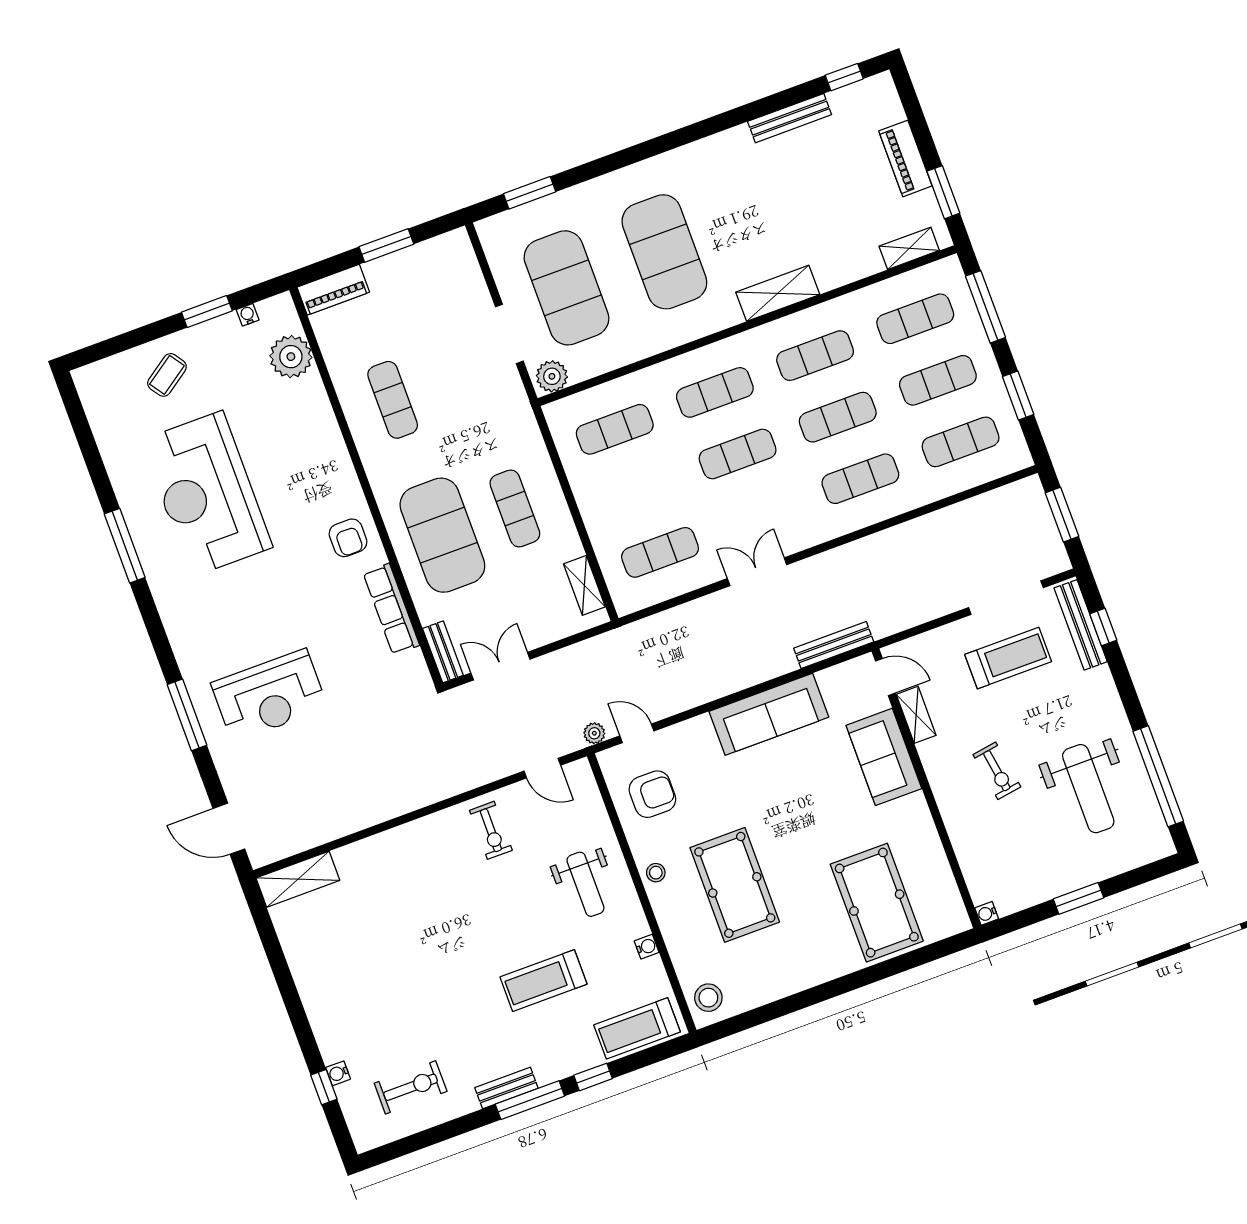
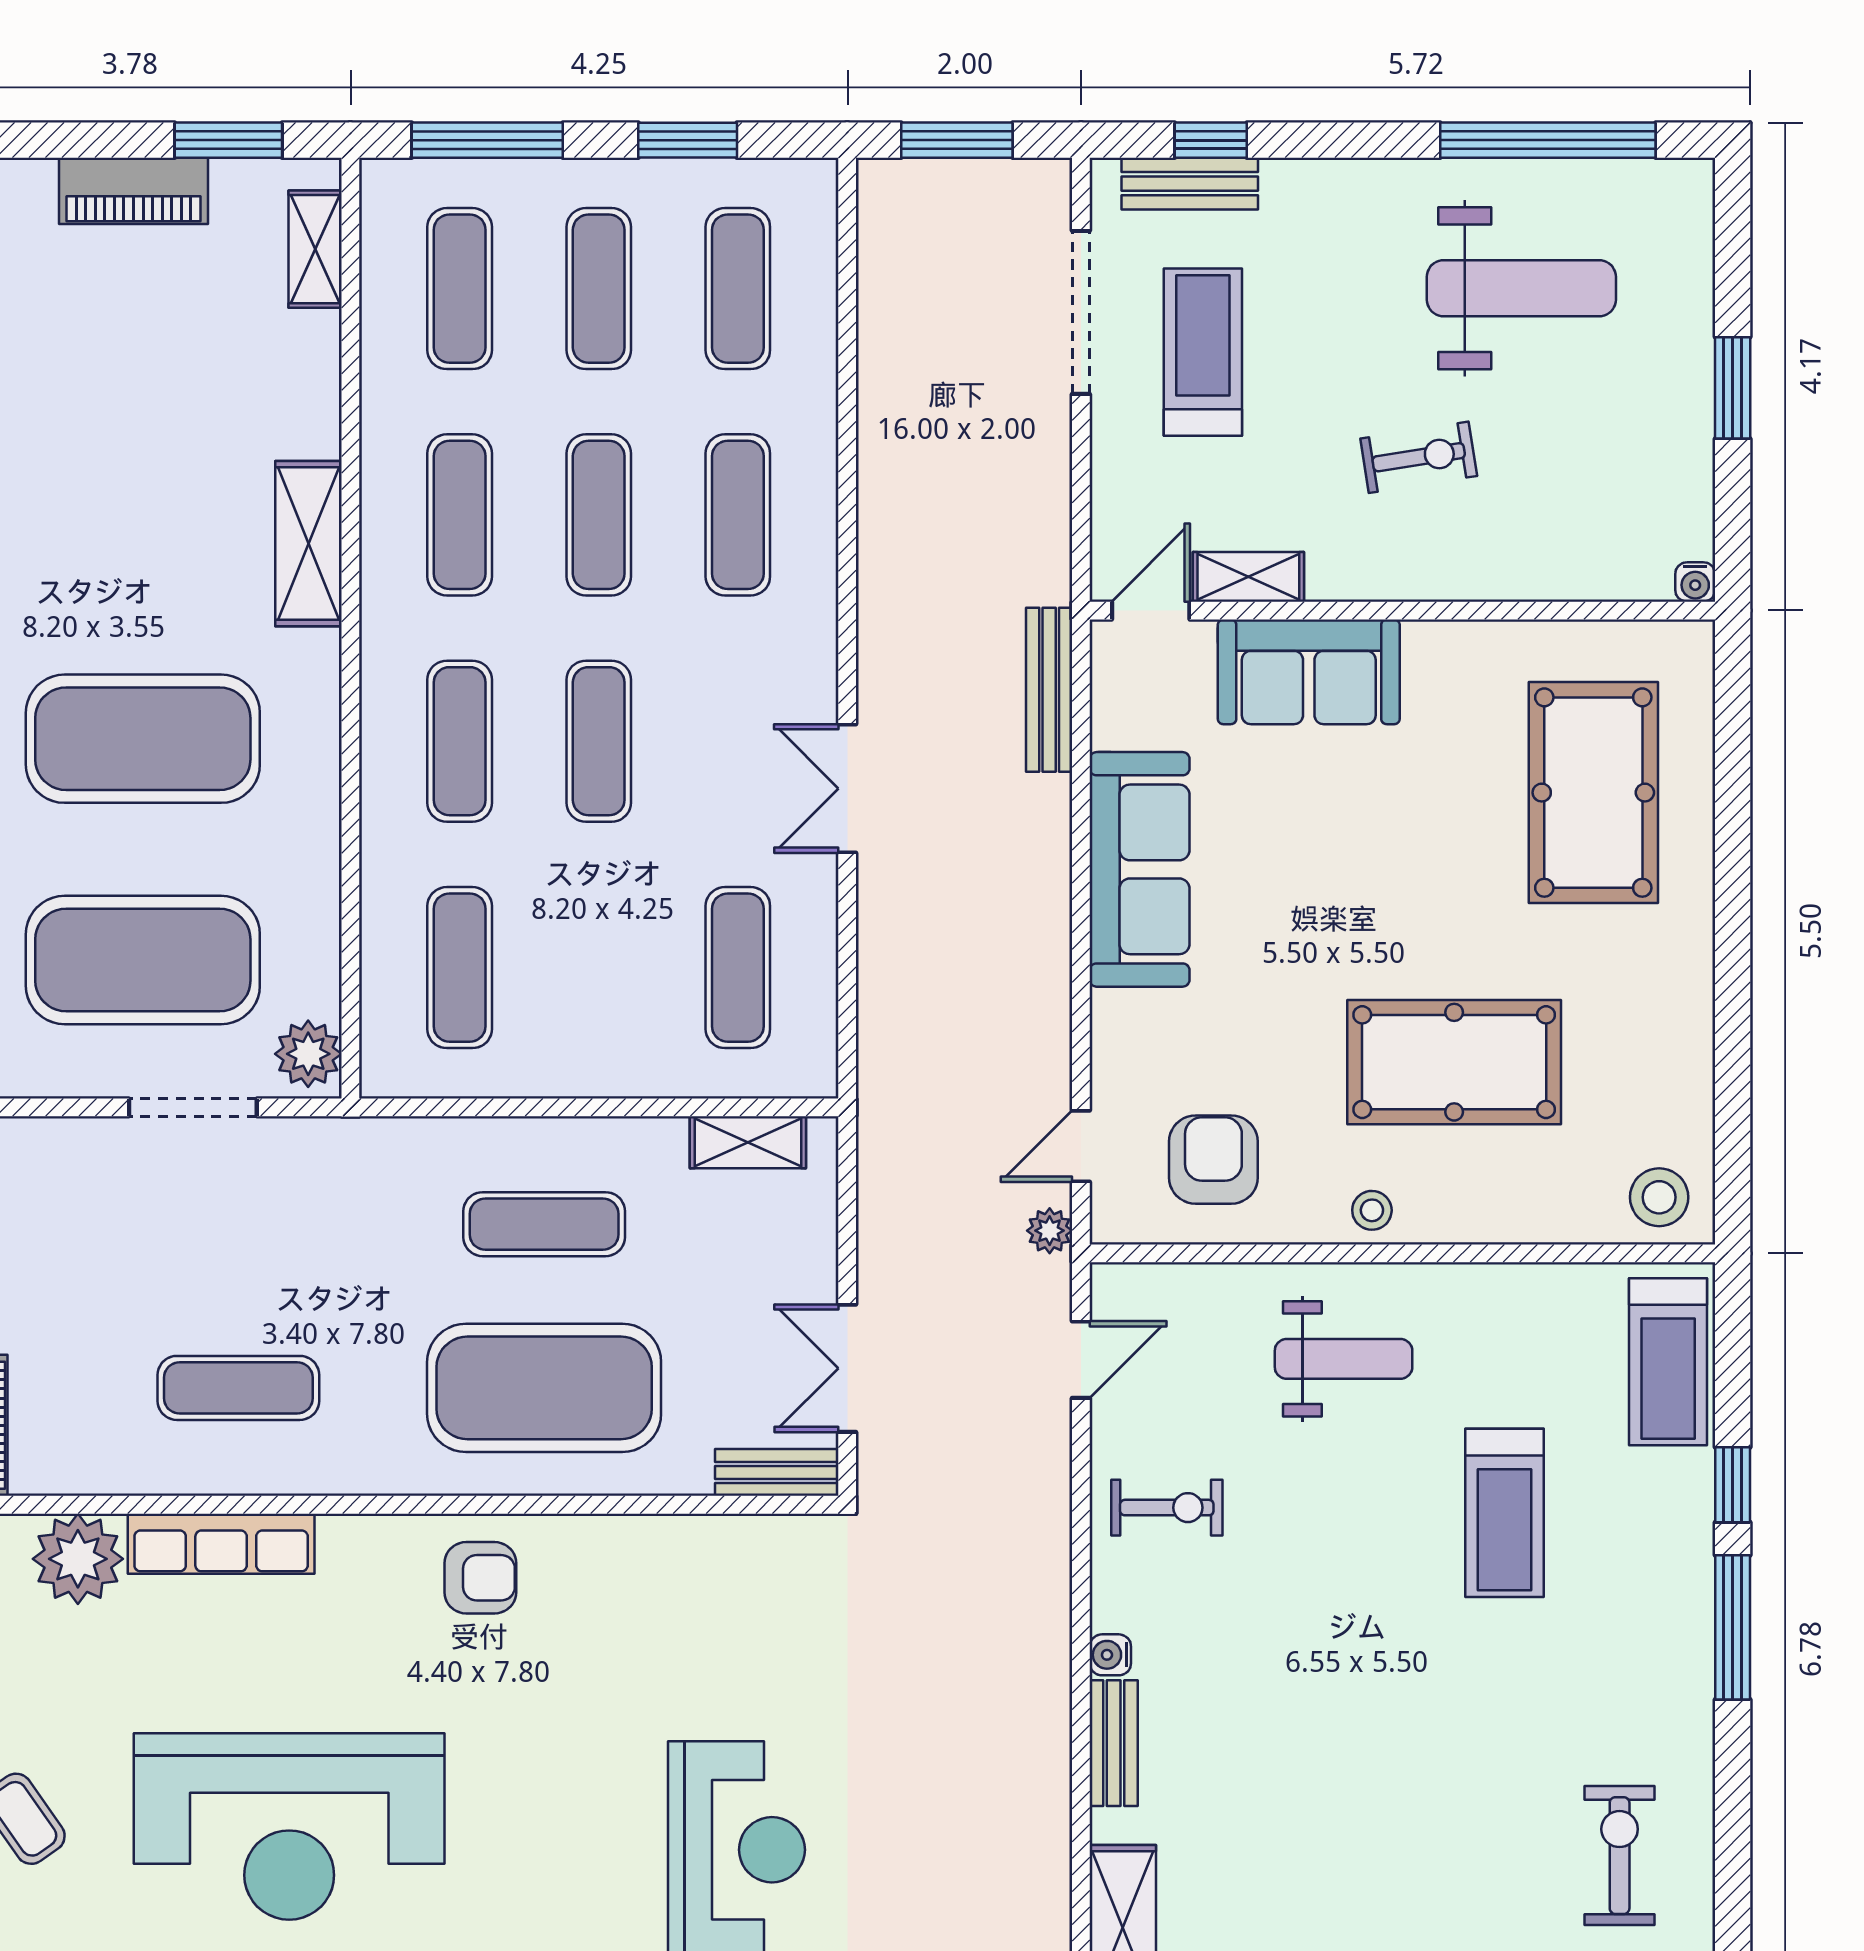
row of seats: (391, 609) -> (221, 1544), moved
bench: (1081, 625) -> (1190, 184), width x0.73
pool table: (877, 903) -> (1593, 793), turned 90
water cooler: (647, 947) -> (1110, 1655), moved, turned -90
bench: (506, 1088) -> (1114, 1743), moved

